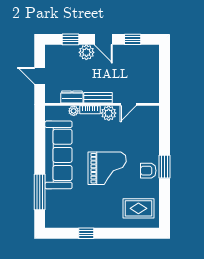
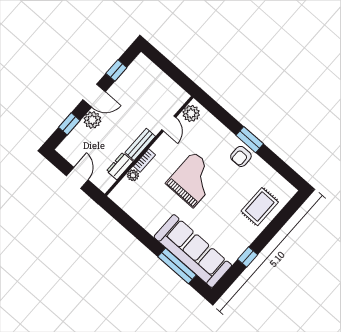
door: (40, 76) -> (77, 178), swing flipped
plant: (109, 113) -> (191, 113), moved
sofa: (58, 155) -> (193, 251), moved
grand piano: (107, 168) -> (193, 180), moved
rug: (138, 208) -> (260, 207), moved

